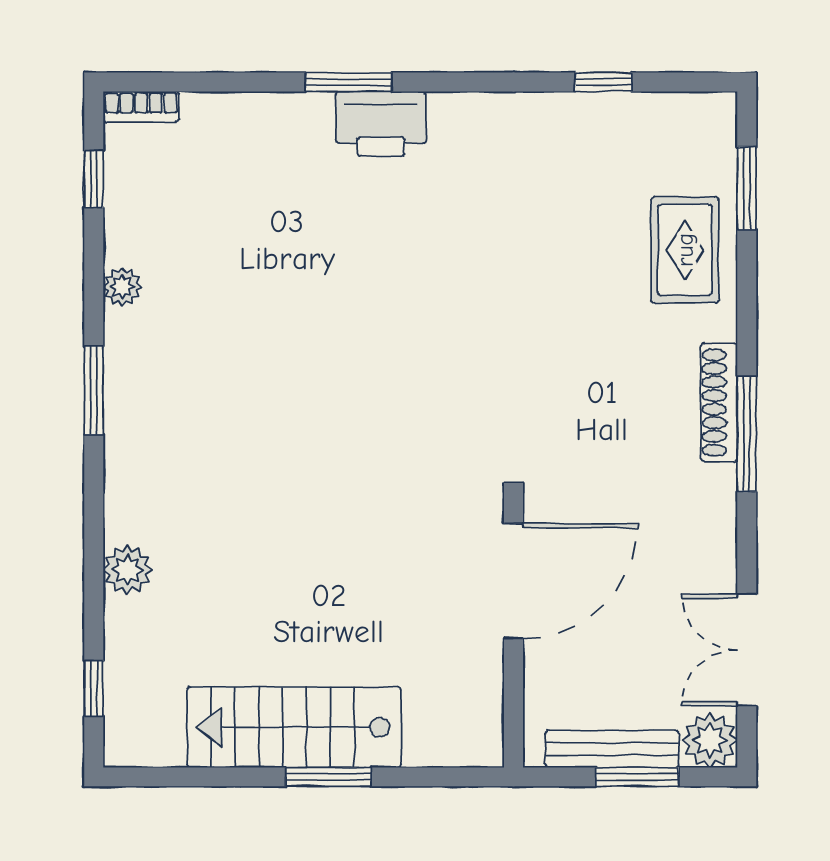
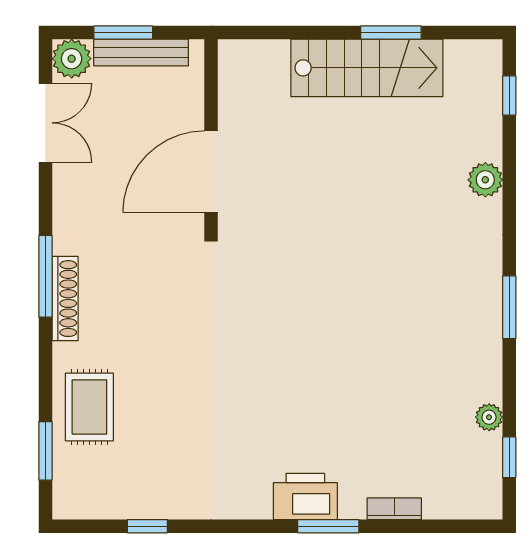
bookcase: (141, 107) -> (394, 509), moved
plant: (122, 287) -> (489, 417), moved
window: (328, 777) -> (391, 33), moved

